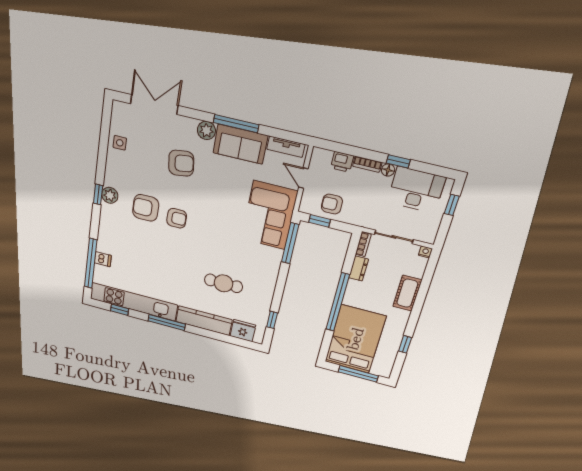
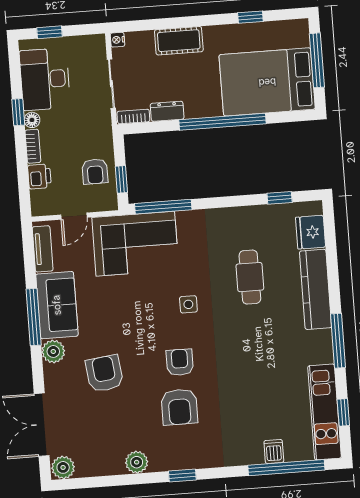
plant: (120, 111) -> (63, 467), added
side table: (120, 143) -> (188, 304), moved
plant: (110, 195) -> (137, 462), moved
kitchen unit: (134, 302) -> (325, 412), width x0.73

